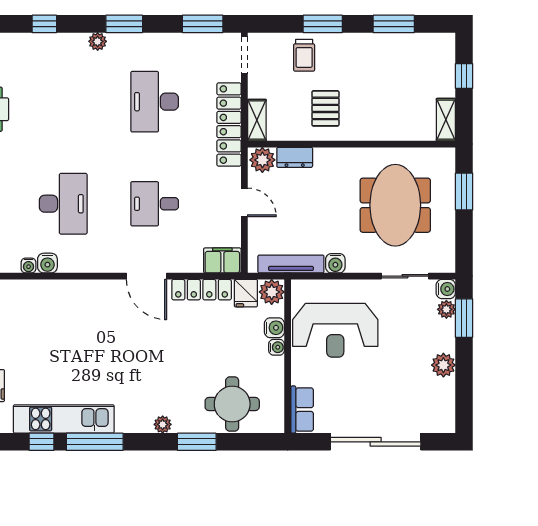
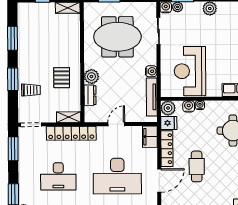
pallet: (325, 108) -> (62, 78), turned 90
plant: (262, 160) -> (91, 77), moved
desk: (155, 204) -> (117, 176), width x1.87, depth x1.30
reception desk: (335, 330) -> (190, 71), turned 180
cafe table: (170, 341) -> (197, 166), added

